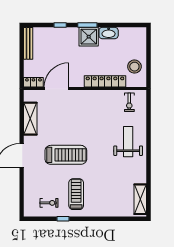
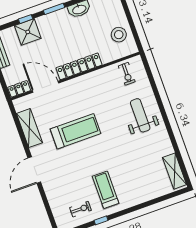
shower: (89, 37) -> (28, 32), moved
locker: (105, 81) -> (79, 66), moved
door: (56, 89) -> (45, 87), hinge flipped
treadmill: (66, 155) -> (76, 131), moved

